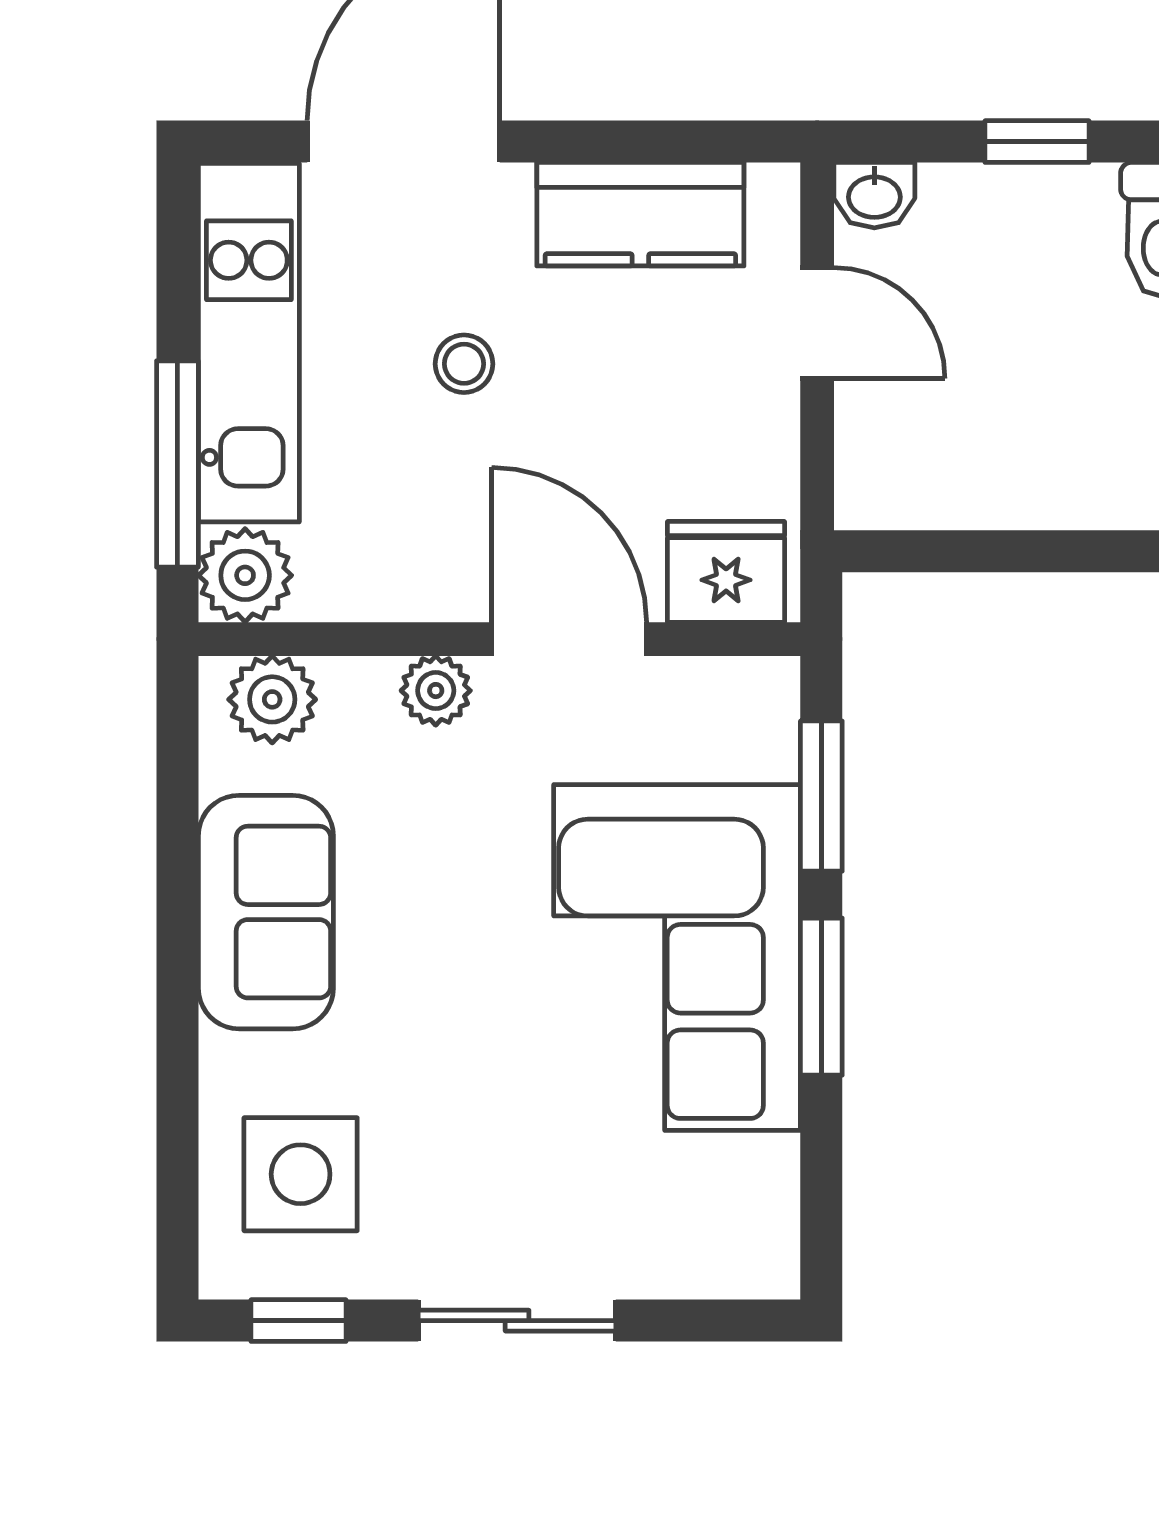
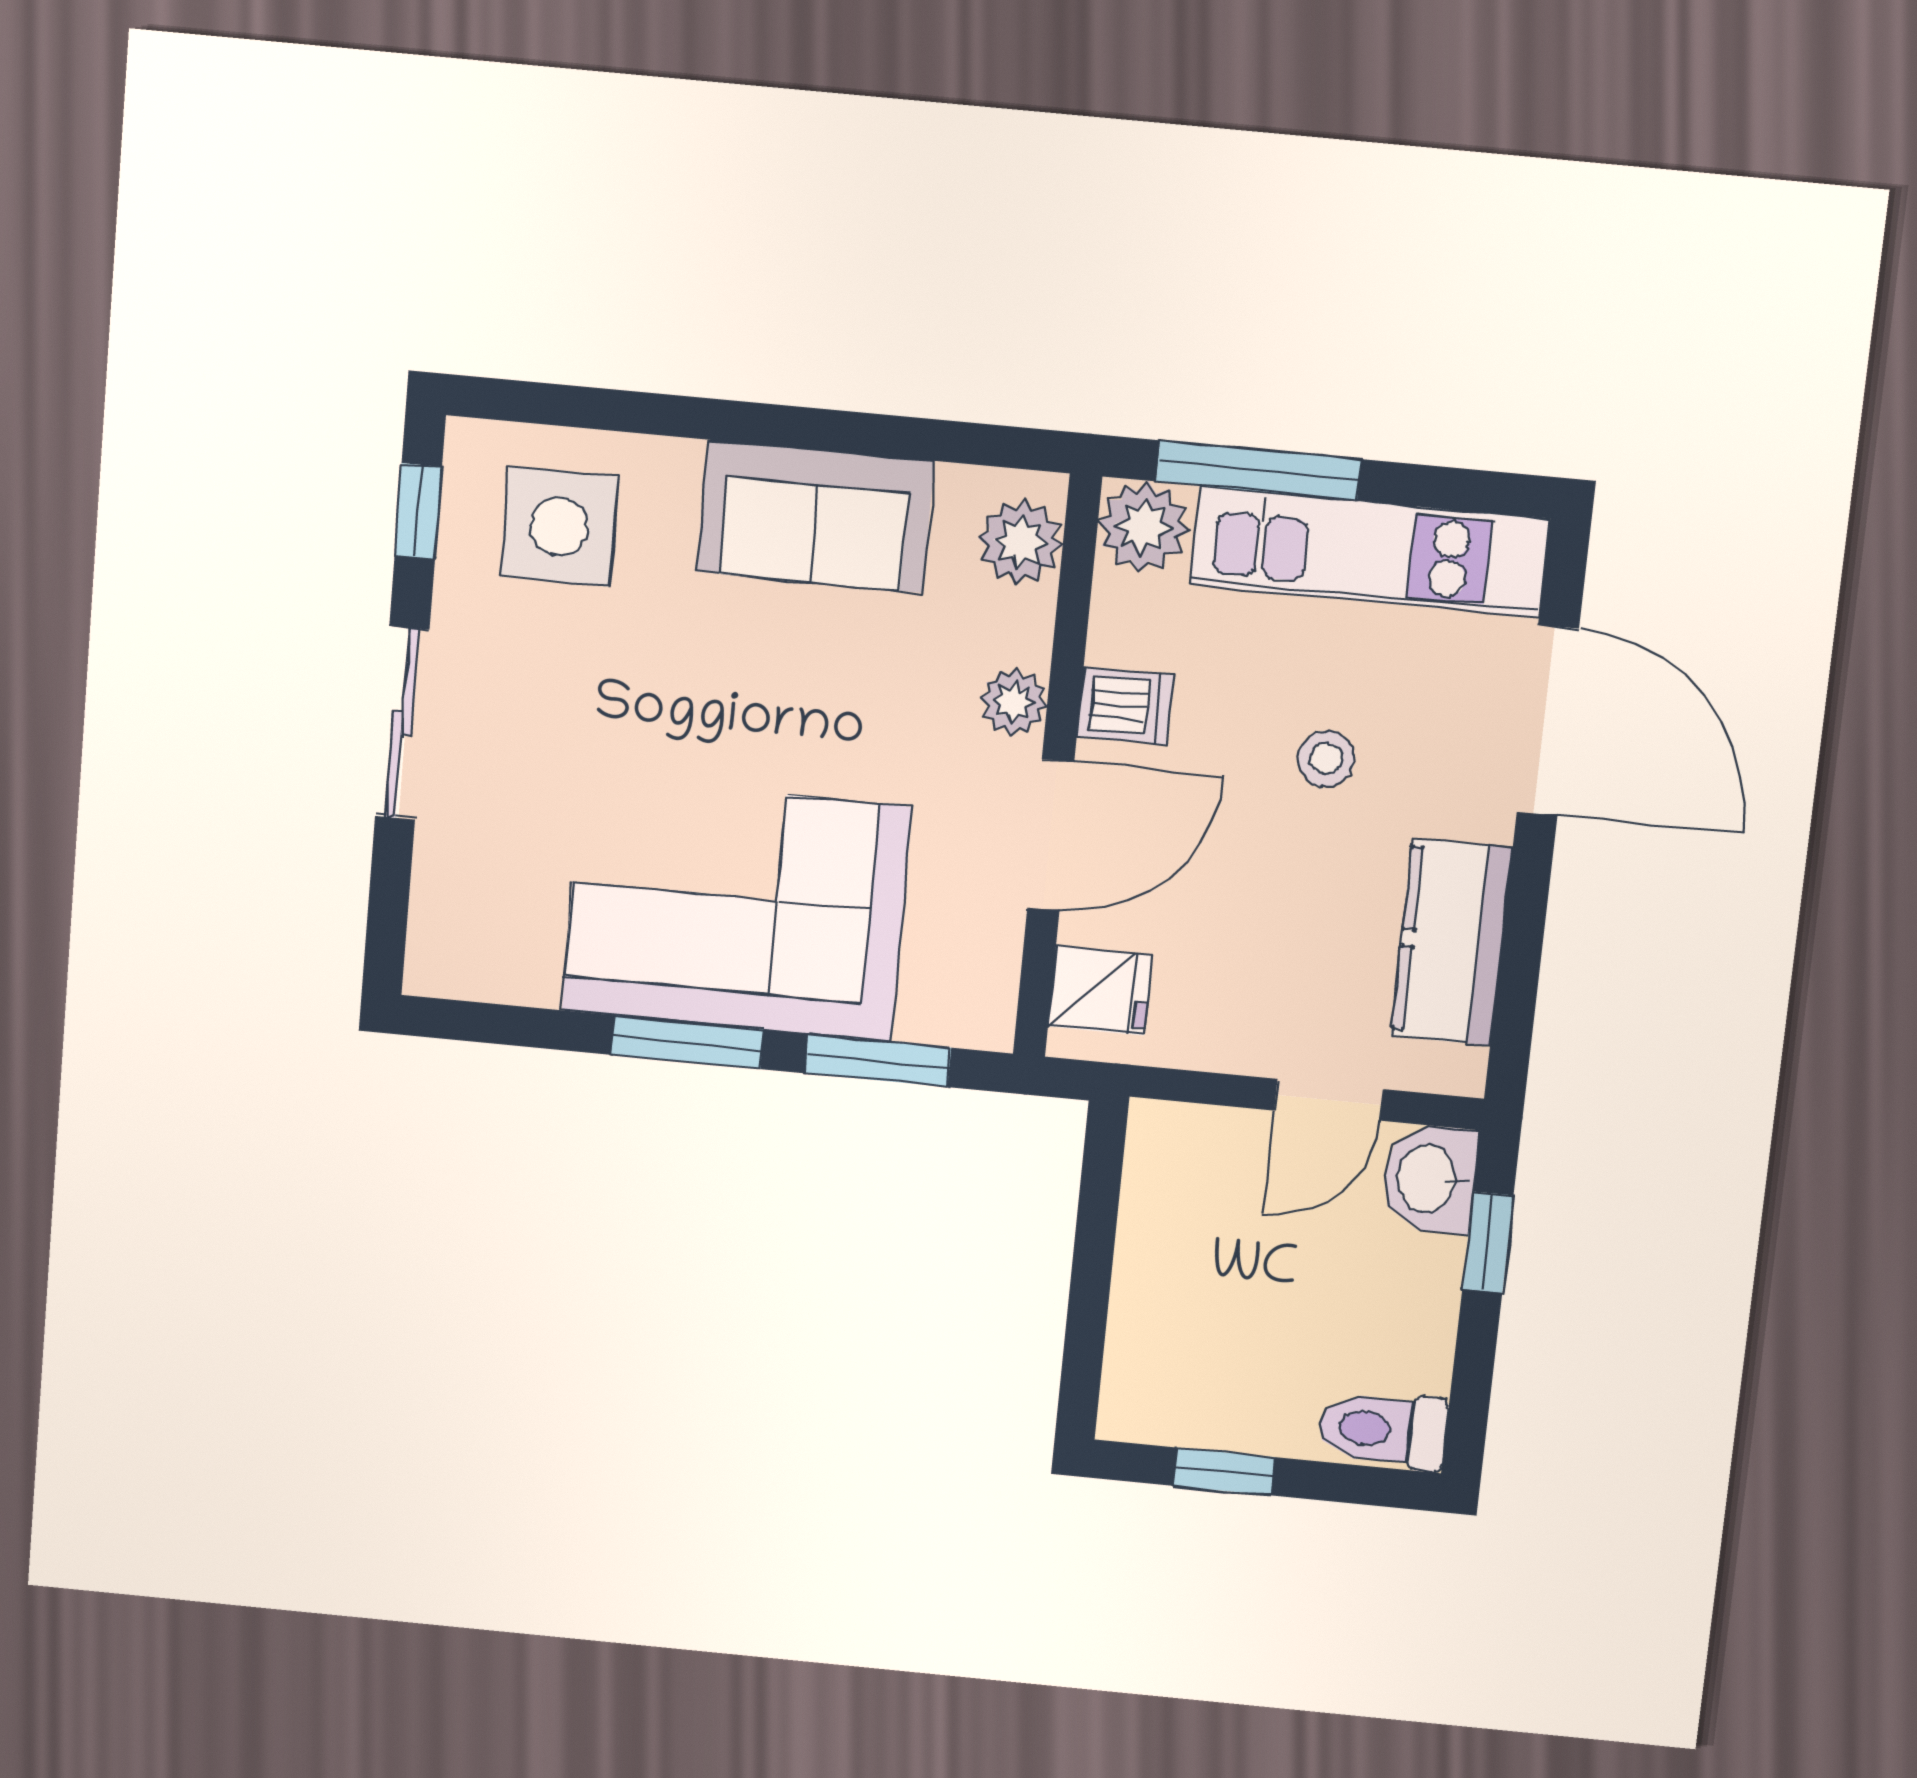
window: (1037, 142) -> (1488, 1242), moved
washbasin: (874, 195) -> (1429, 1179), width x1.38, depth x1.45
fridge: (726, 572) -> (1100, 991), width x0.72
dishwasher: (429, 576) -> (1125, 706), added

